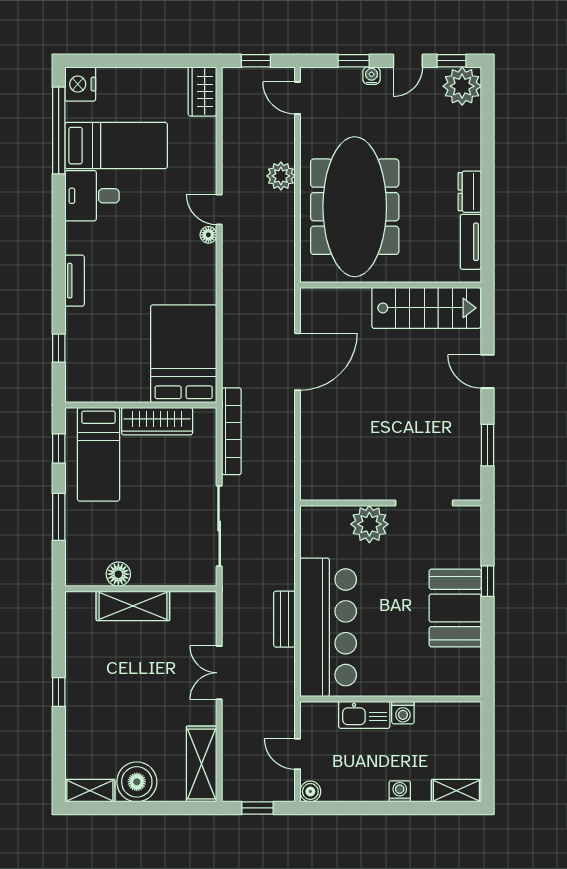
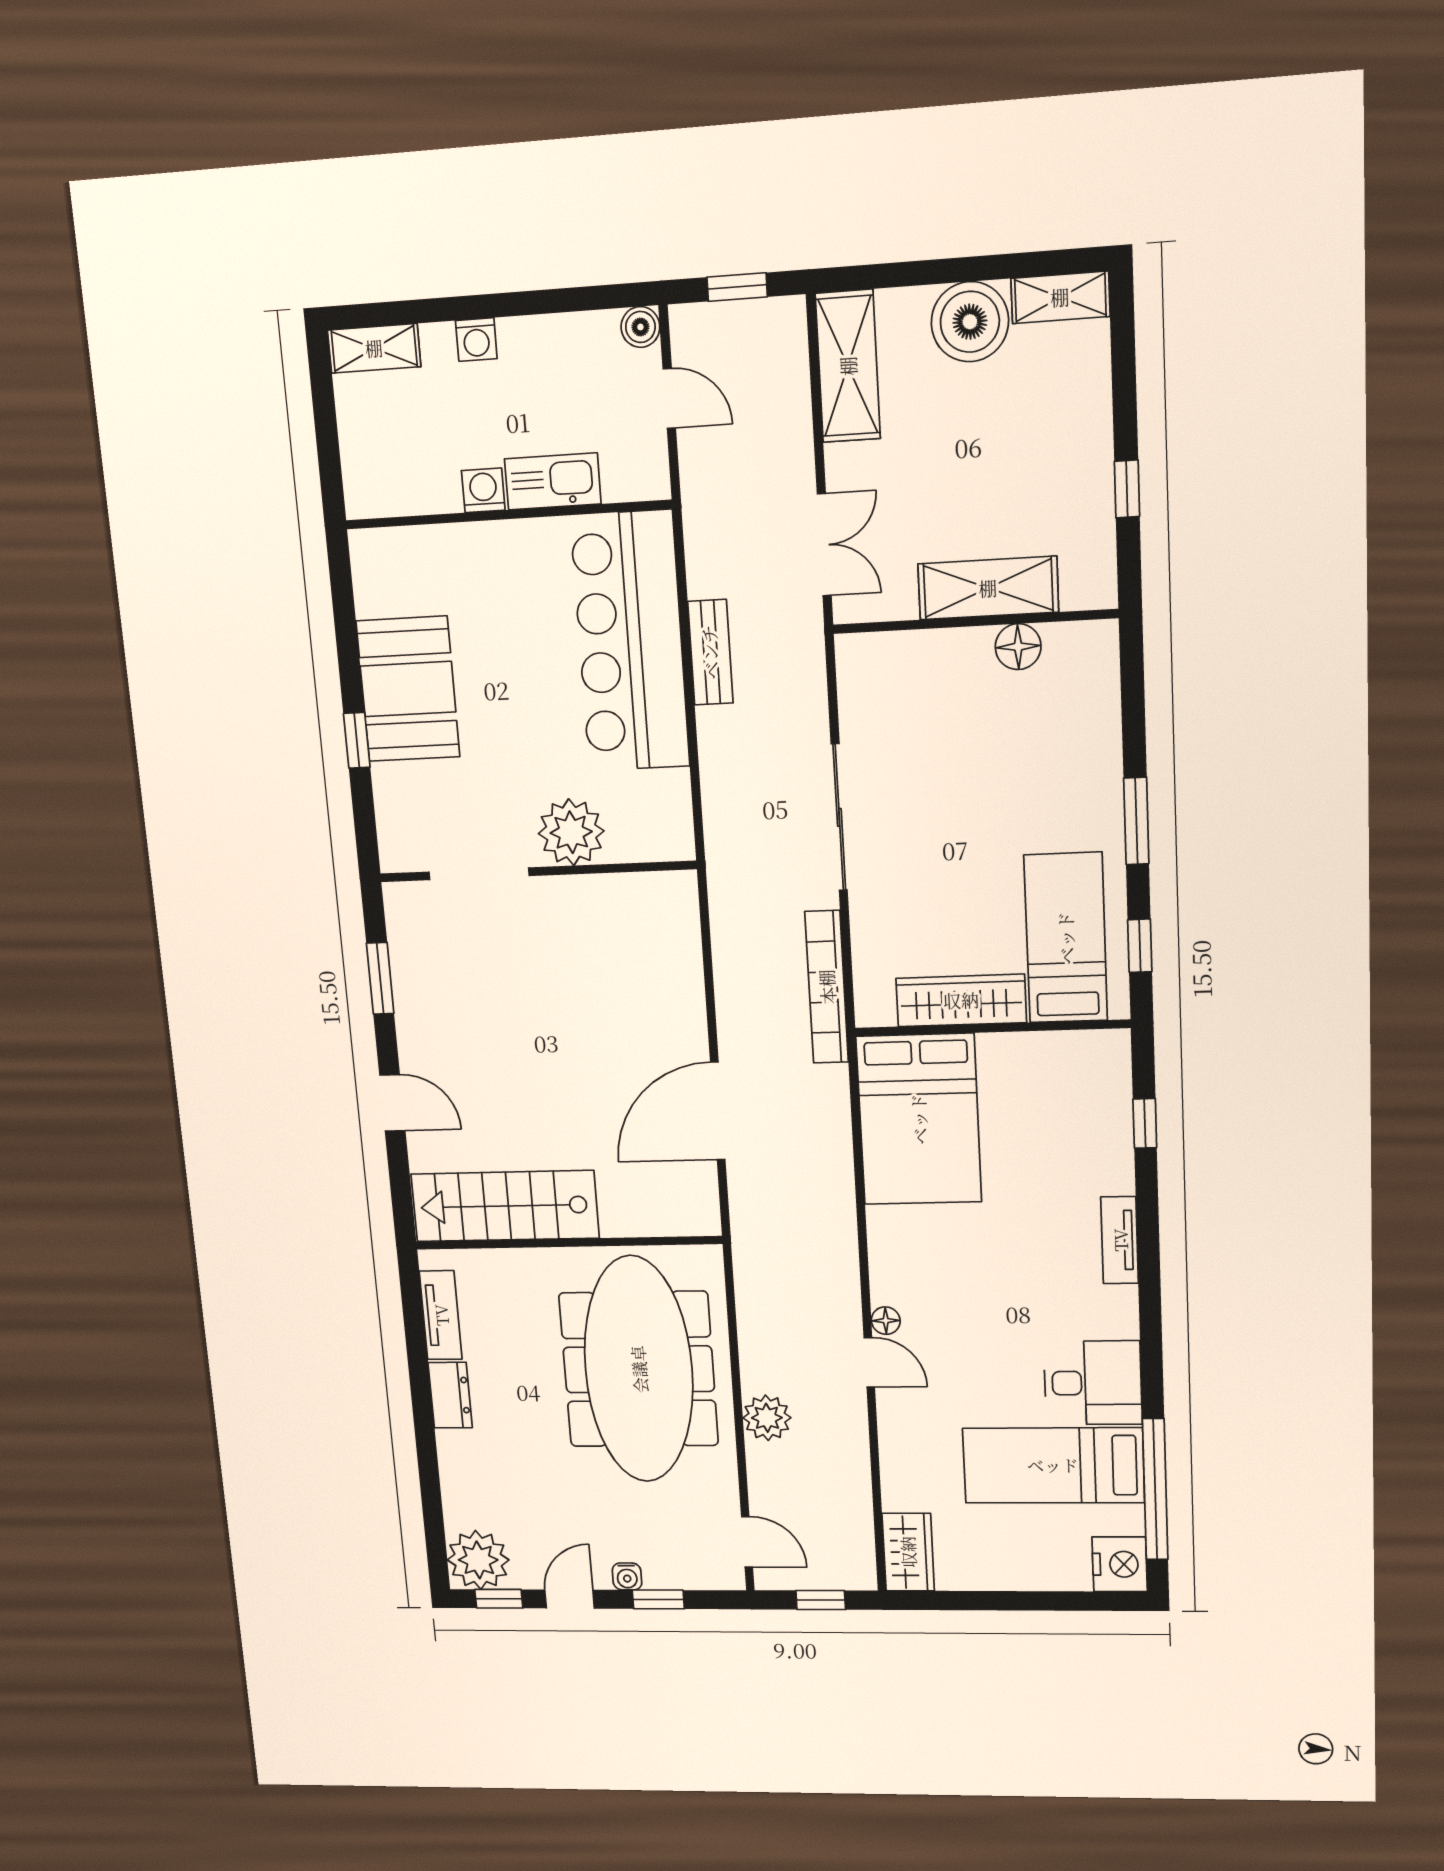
floor lamp: (118, 574) -> (1018, 647), moved
wall: (141, 589) -> (975, 621), moved
shelving: (133, 606) -> (988, 588), moved

